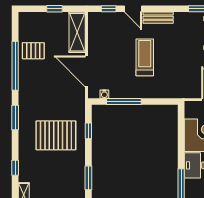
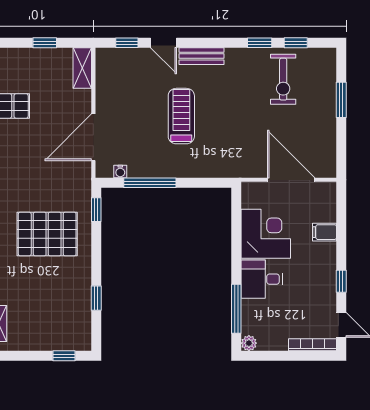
shelving: (77, 32) -> (82, 68), width x0.67, depth x0.75
door: (87, 71) -> (93, 137), hinge flipped
window: (88, 131) -> (96, 210), moved
window: (88, 178) -> (96, 298), width x0.67

